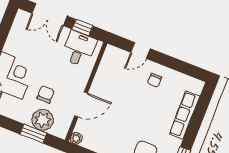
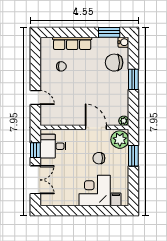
chair: (155, 80) -> (61, 66), moved
plant: (43, 120) -> (120, 140), moved

